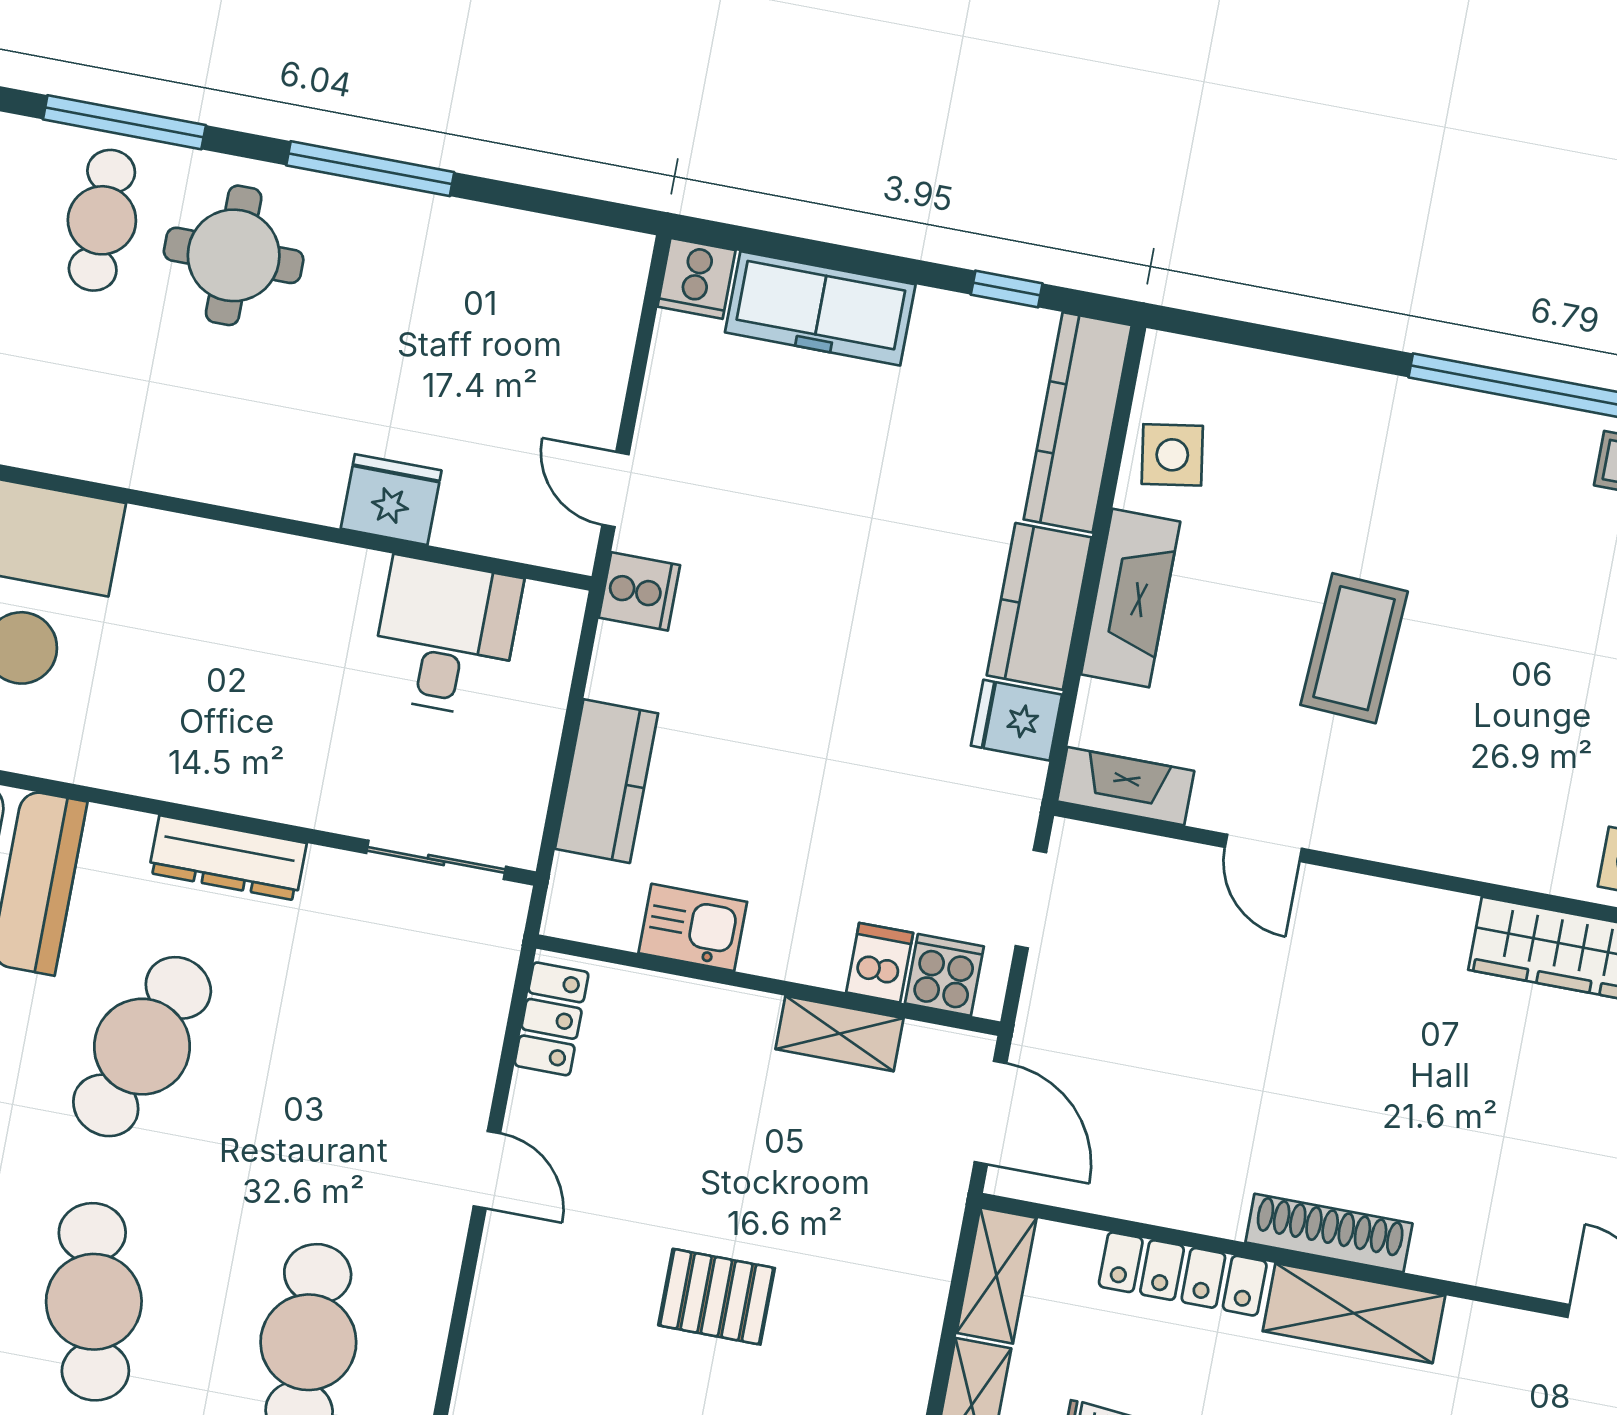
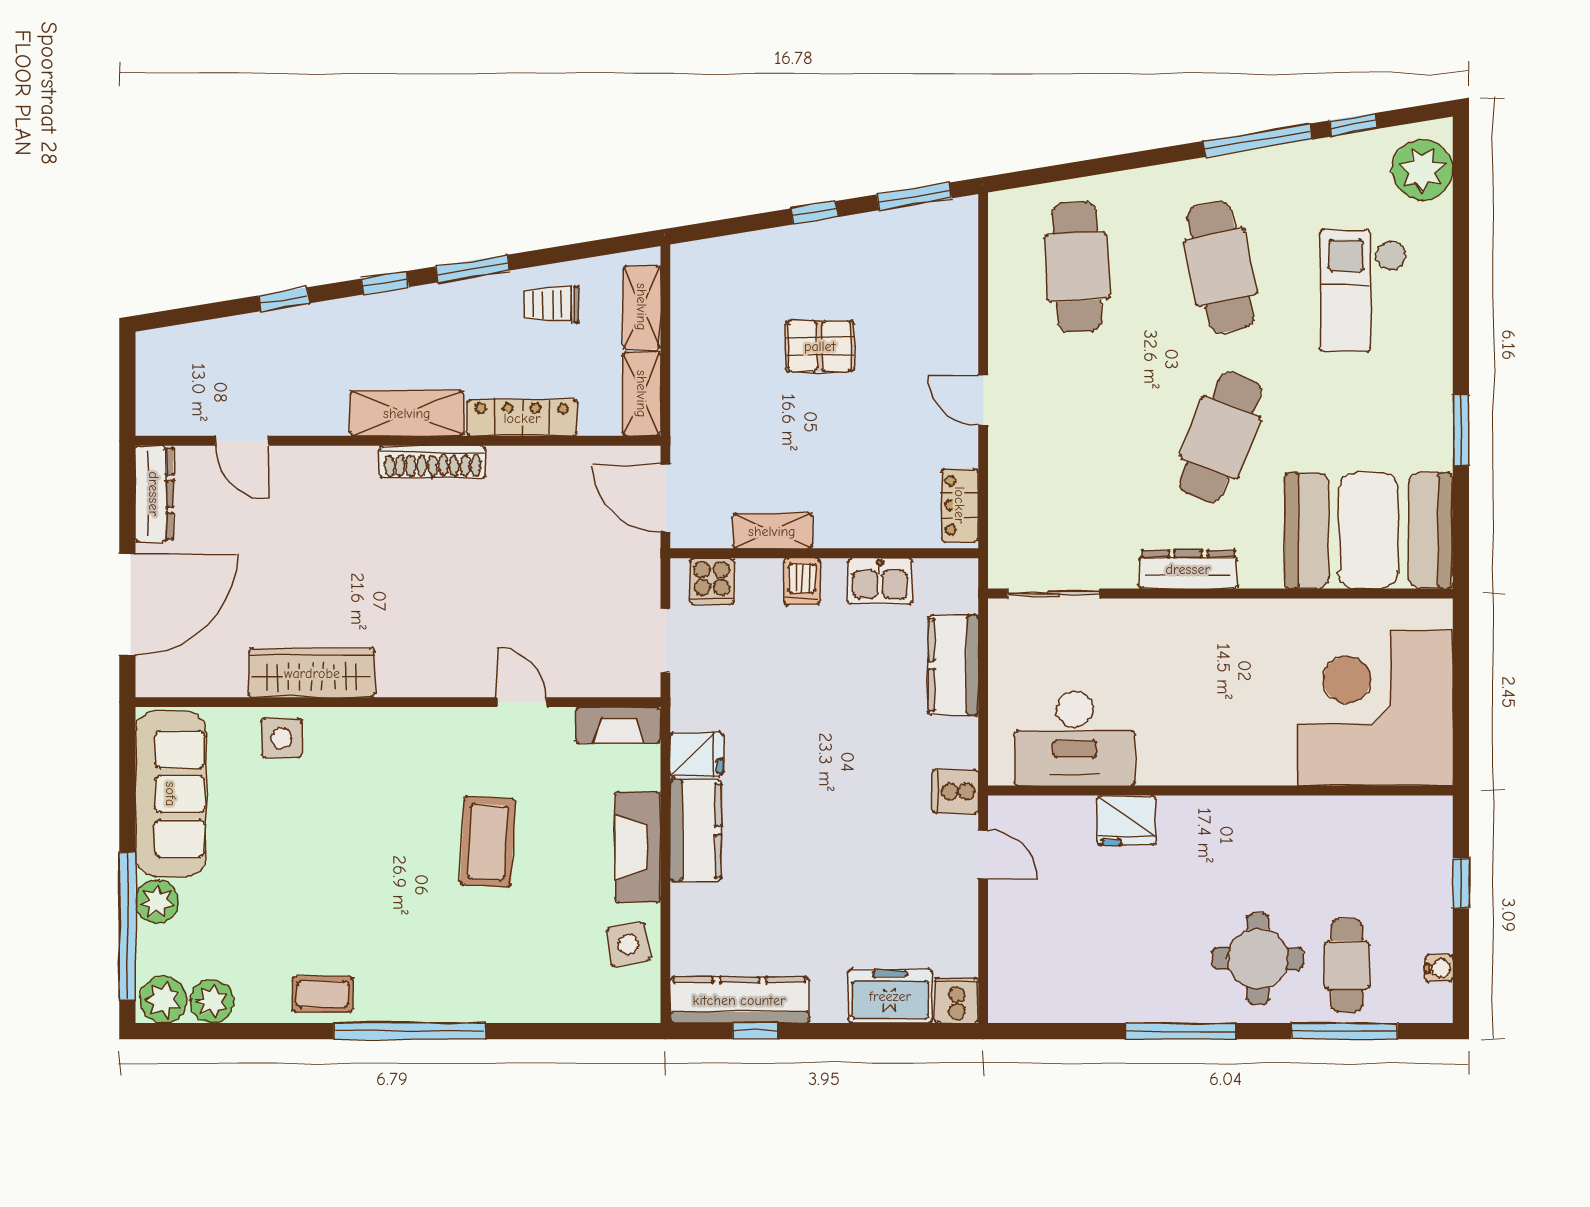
freezer: (820, 308) -> (890, 996), width x0.71
kitchen counter: (1078, 422) -> (739, 1000), moved, turned -90
desk: (446, 637) -> (1075, 738), width x1.37
dishwasher: (880, 963) -> (802, 581), moved

